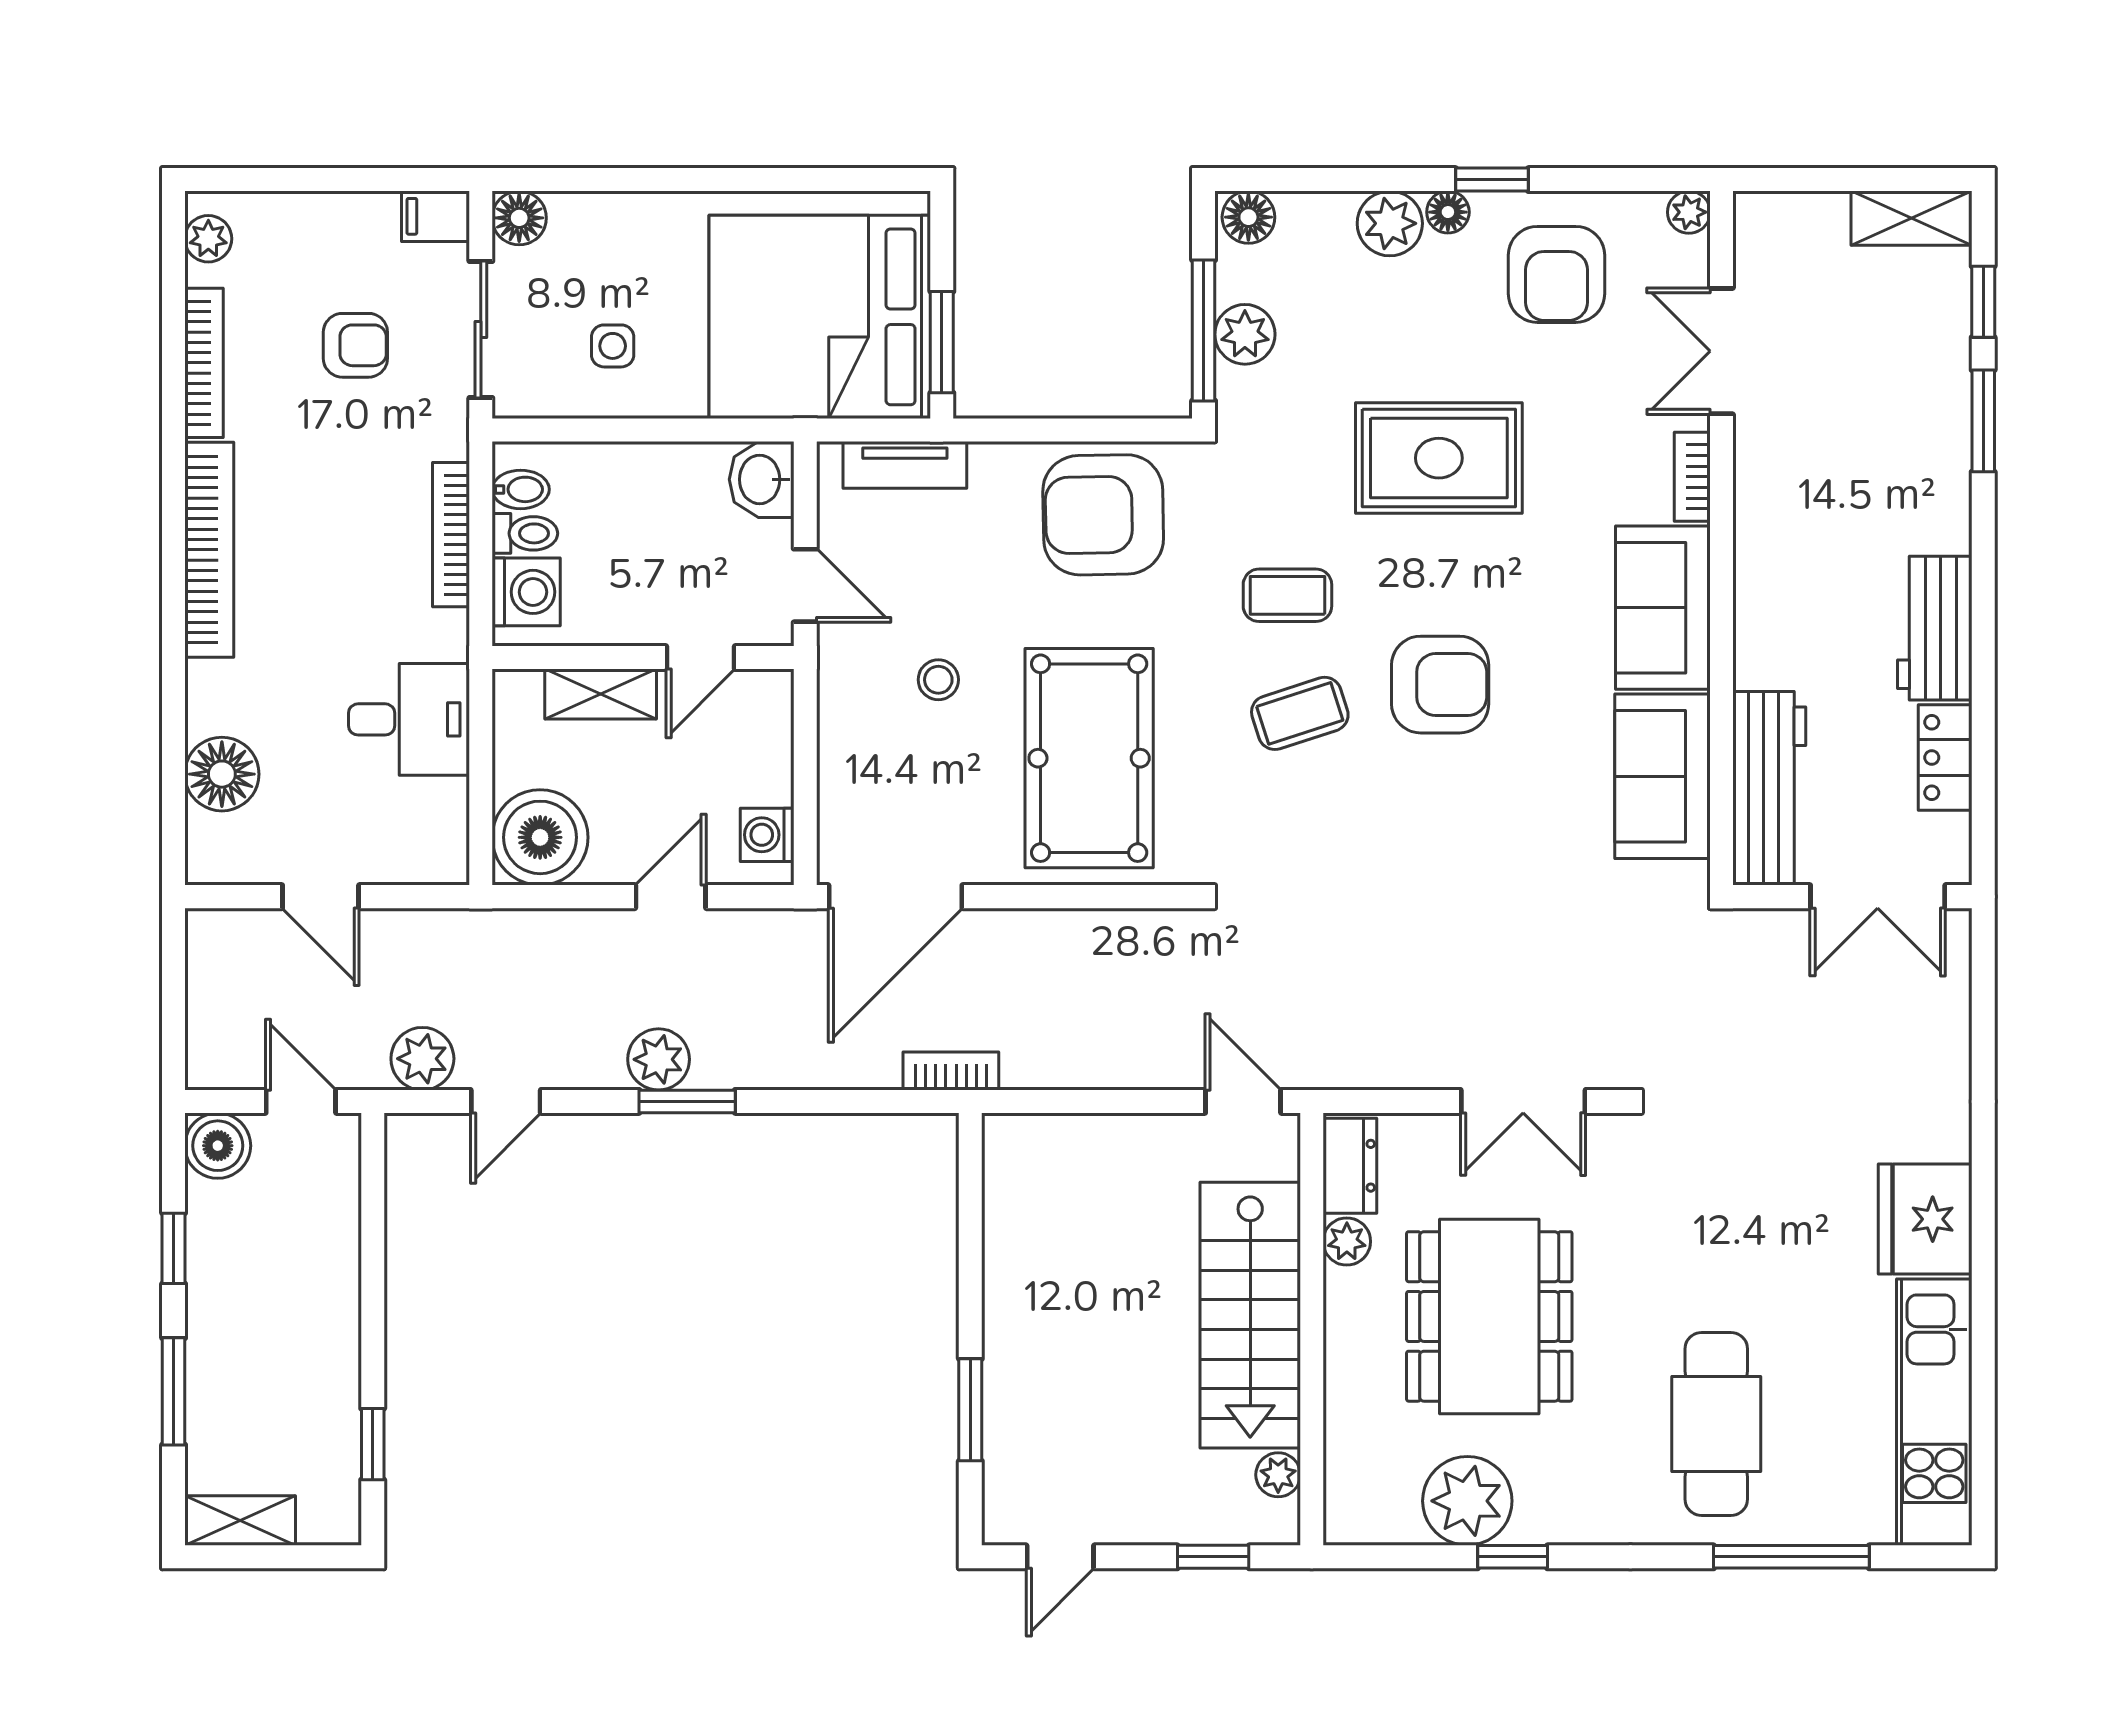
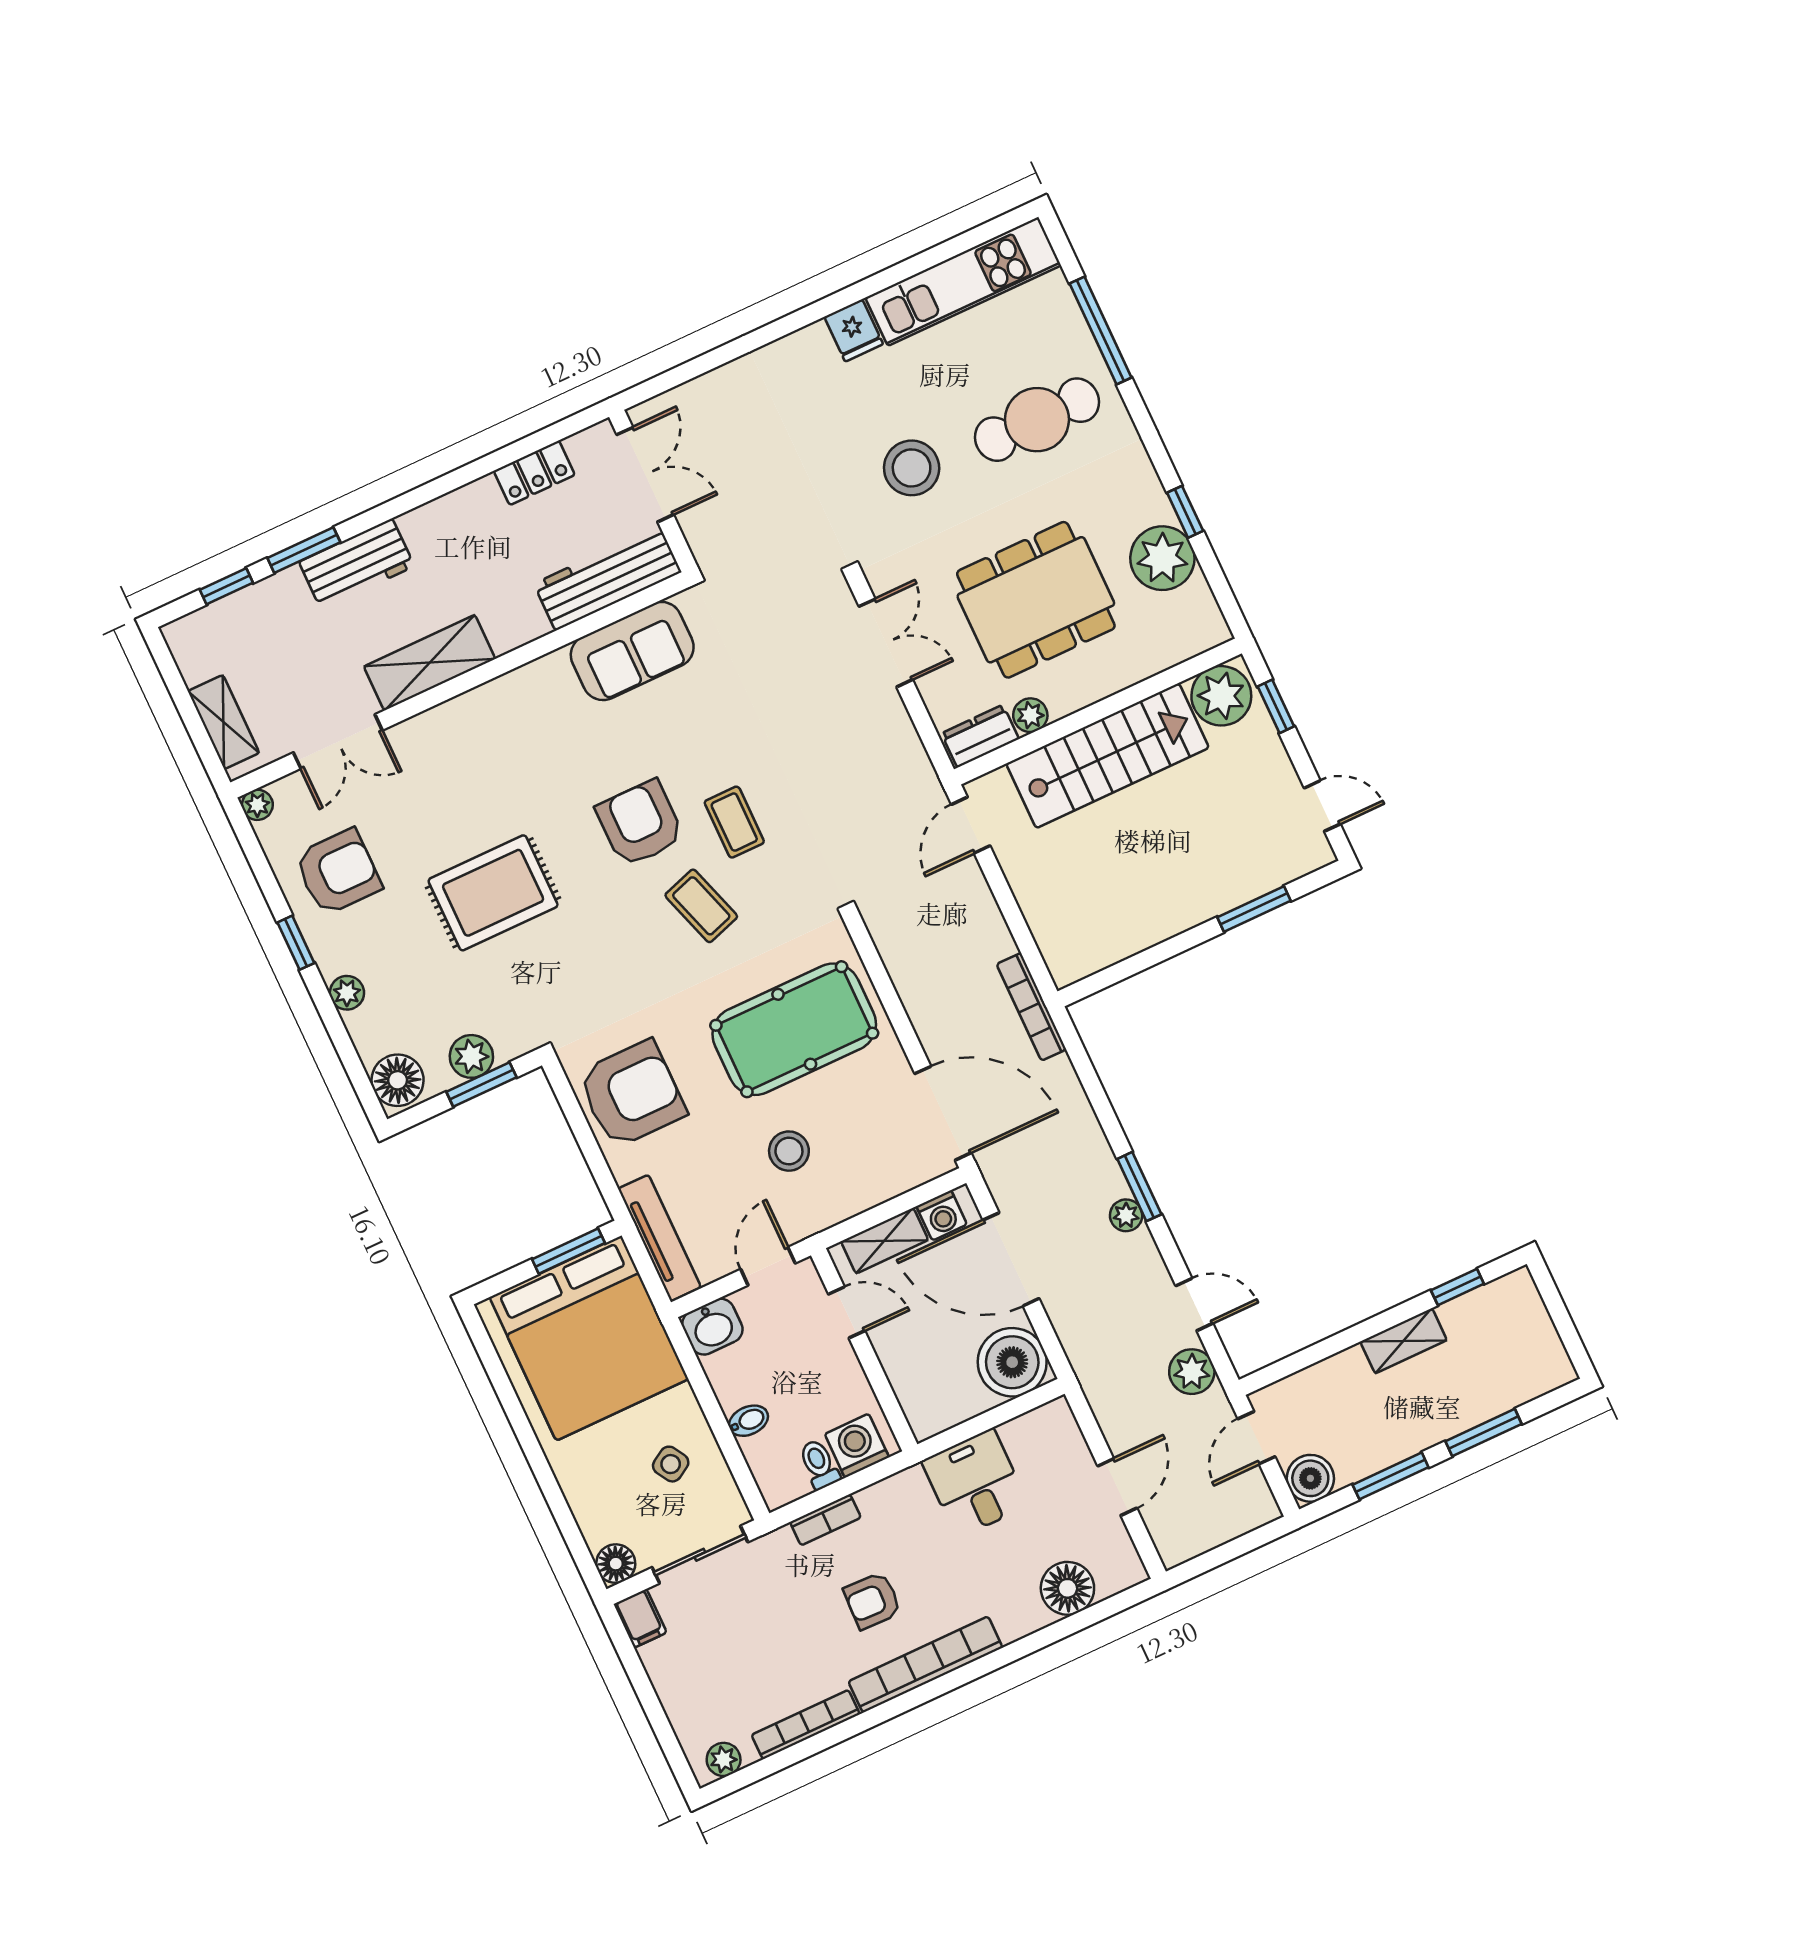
floor lamp: (1448, 212) -> (330, 962), removed
floor lamp: (1248, 217) -> (398, 1080), width x1.38, depth x1.38
shelving: (1912, 218) -> (223, 722), moved
plant: (1390, 223) -> (347, 993), width x0.73, depth x0.73
window: (1204, 330) -> (481, 1085), width x0.69
armchair: (355, 345) -> (873, 1601), moved, turned -88
side table: (613, 346) -> (671, 1464), turned -31
rug: (1439, 458) -> (493, 893), turned 90
tv unit: (905, 465) -> (659, 1238), width x1.41
bookcase: (1692, 477) -> (428, 722), removed
bidet: (521, 489) -> (748, 1421), moved, turned 90
shelving: (1767, 513) -> (430, 663), added
armchair: (1103, 515) -> (632, 1094), turned -89
bookcase: (451, 535) -> (825, 1520), width x0.64
coffee table: (1287, 595) -> (734, 822), moved
sofa: (1663, 608) -> (522, 702), removed
workbench: (1935, 628) -> (357, 564), moved
stool: (938, 680) -> (789, 1151), width x1.37, depth x1.37
shelving: (601, 694) -> (885, 1241), moved, turned 90
door: (671, 897) -> (1011, 1259), width x1.88
plant: (659, 1059) -> (1126, 1215), width x0.73, depth x0.73
bookcase: (951, 1071) -> (1031, 1007), width x1.56
fridge: (1925, 1219) -> (854, 330), width x0.53, depth x0.75
stool: (1729, 1237) -> (912, 468), added
window: (174, 1248) -> (1391, 1476), width x1.50
plant: (1278, 1475) -> (1221, 696), width x1.88, depth x1.88
shelving: (240, 1521) -> (1404, 1341), moved, turned 90

